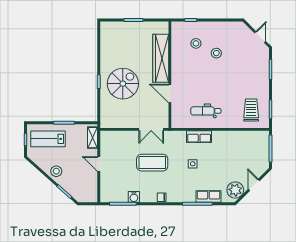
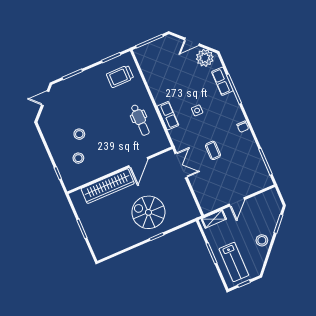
coffee table: (152, 163) -> (213, 150), width x0.54, depth x0.58
water cooler: (134, 197) -> (254, 154), removed

